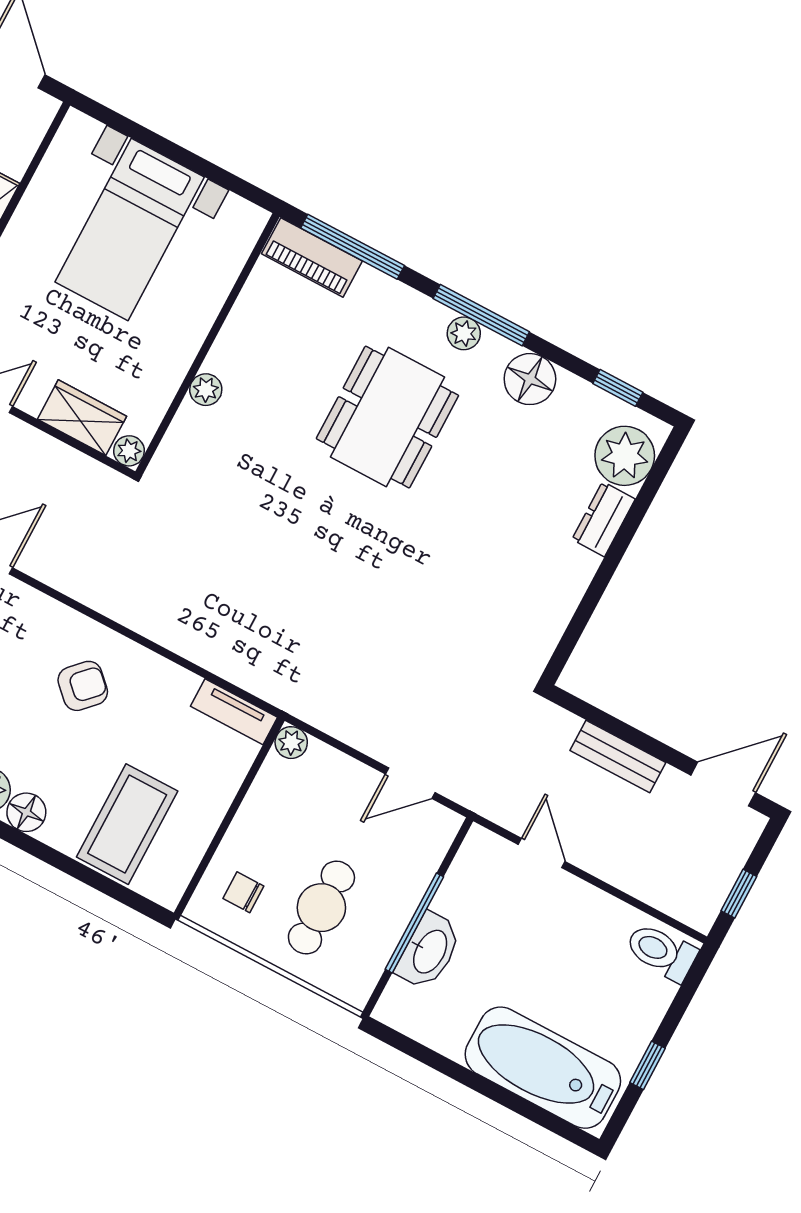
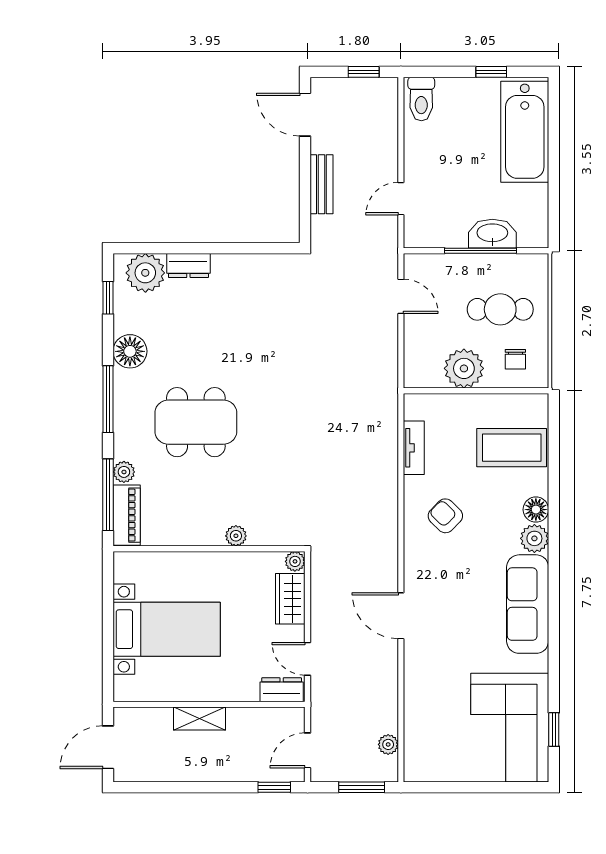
plant: (464, 333) -> (124, 472), moved
tv unit: (234, 712) -> (414, 448), moved
plant: (291, 743) -> (464, 368), moved, width x1.87, depth x1.87

